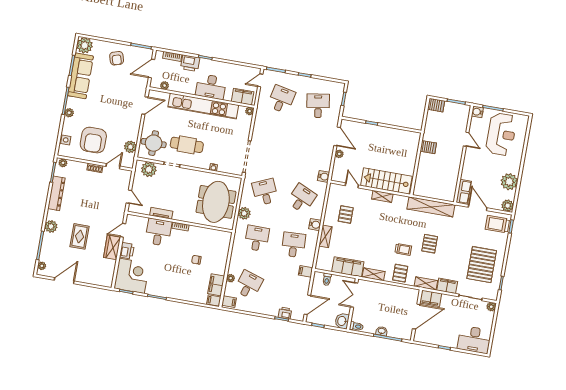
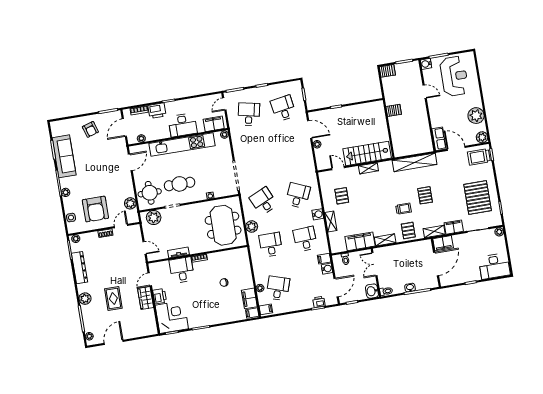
plant: (85, 45) -> (58, 128), removed
water cooler: (324, 176) -> (327, 269), moved

